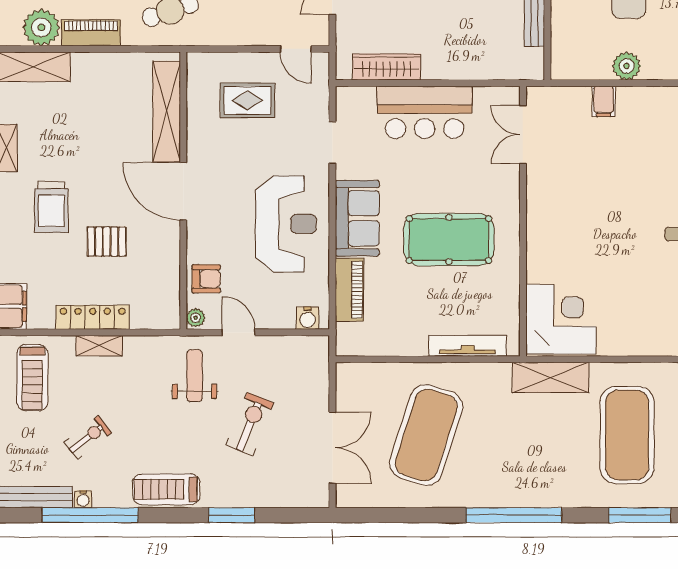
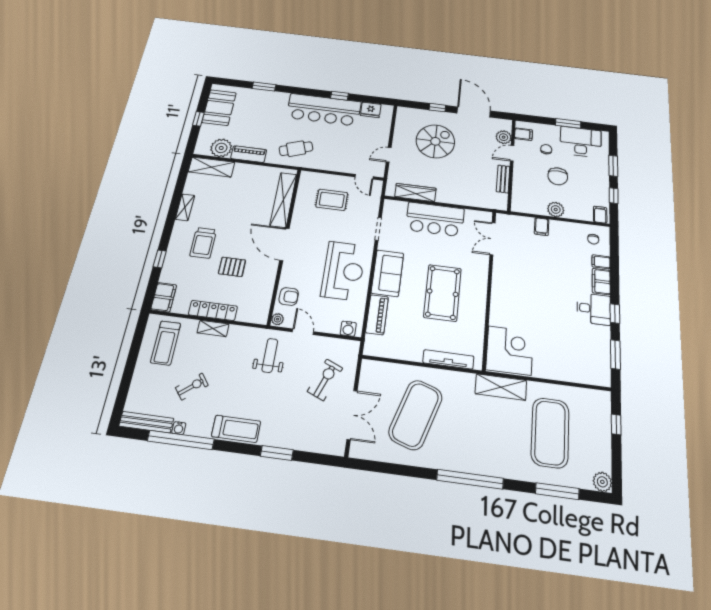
pool table: (449, 240) -> (443, 293), turned 90
exercise bike: (250, 424) -> (325, 380), moved
treadmill: (166, 489) -> (236, 429), turned 180

